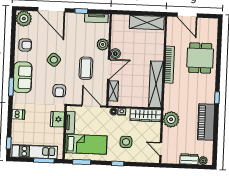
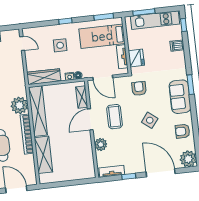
shelving: (147, 22) -> (43, 155), moved, turned 90
boiler: (115, 54) -> (86, 137), removed
dishwasher: (18, 114) -> (177, 46), moved
plant: (171, 119) -> (19, 105), moved

